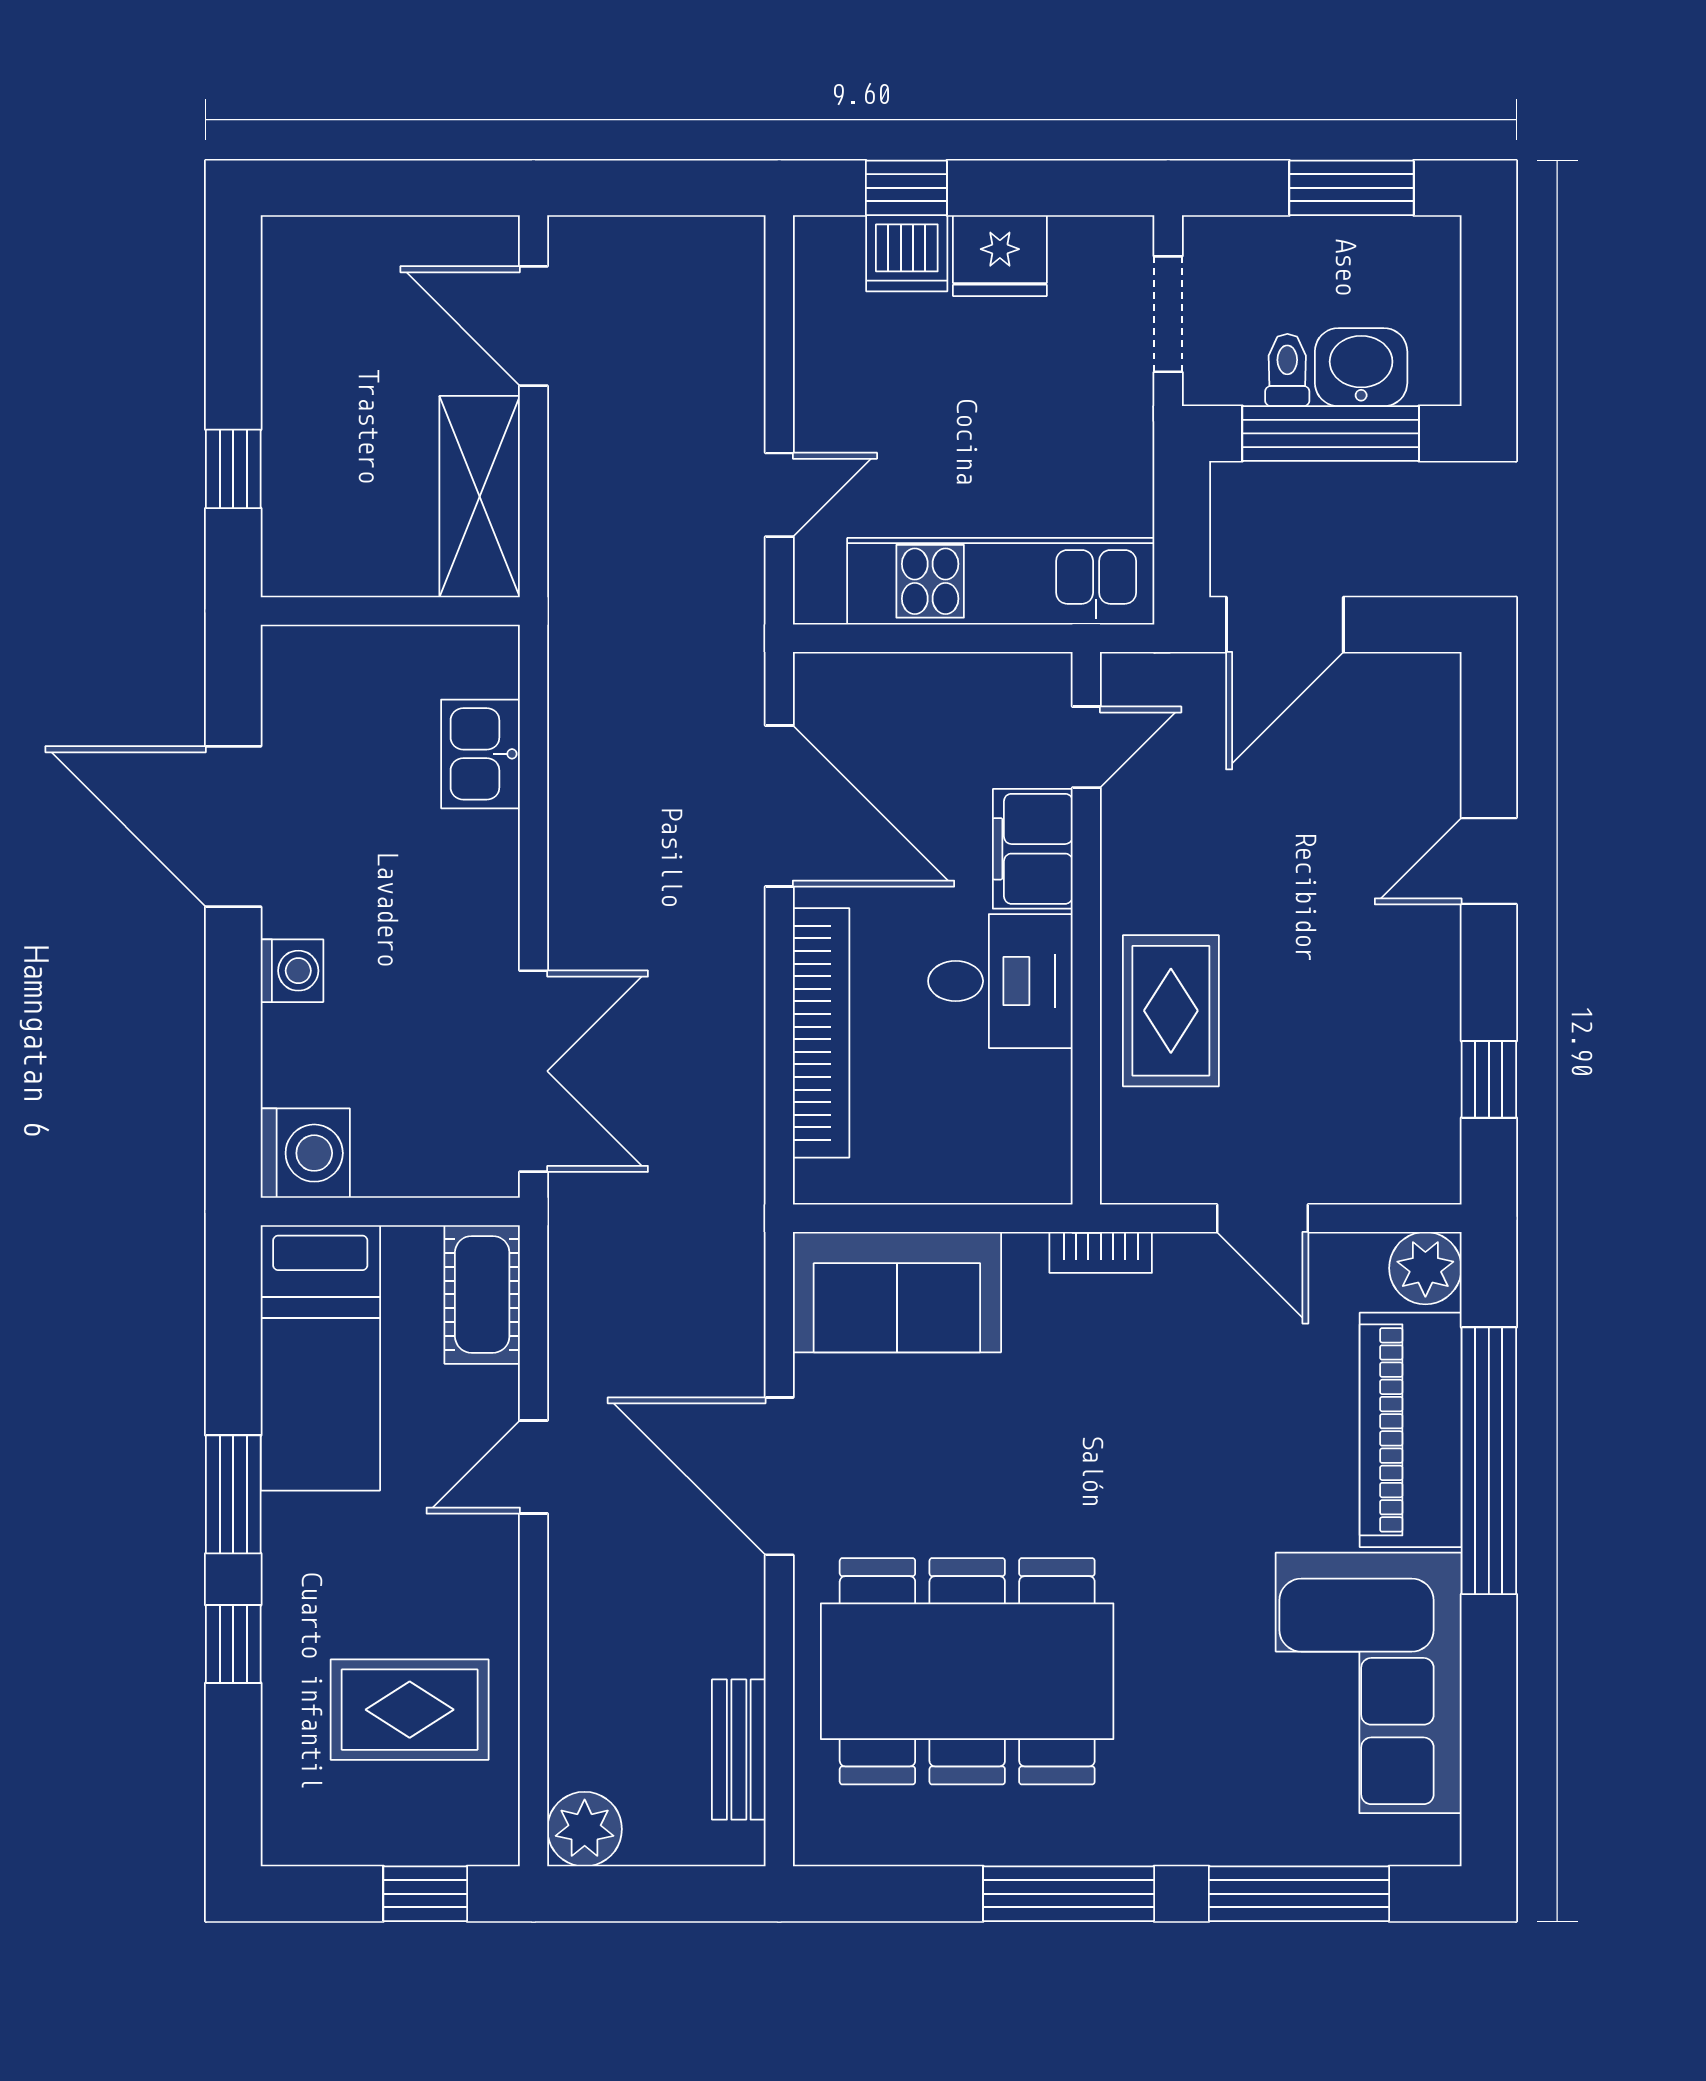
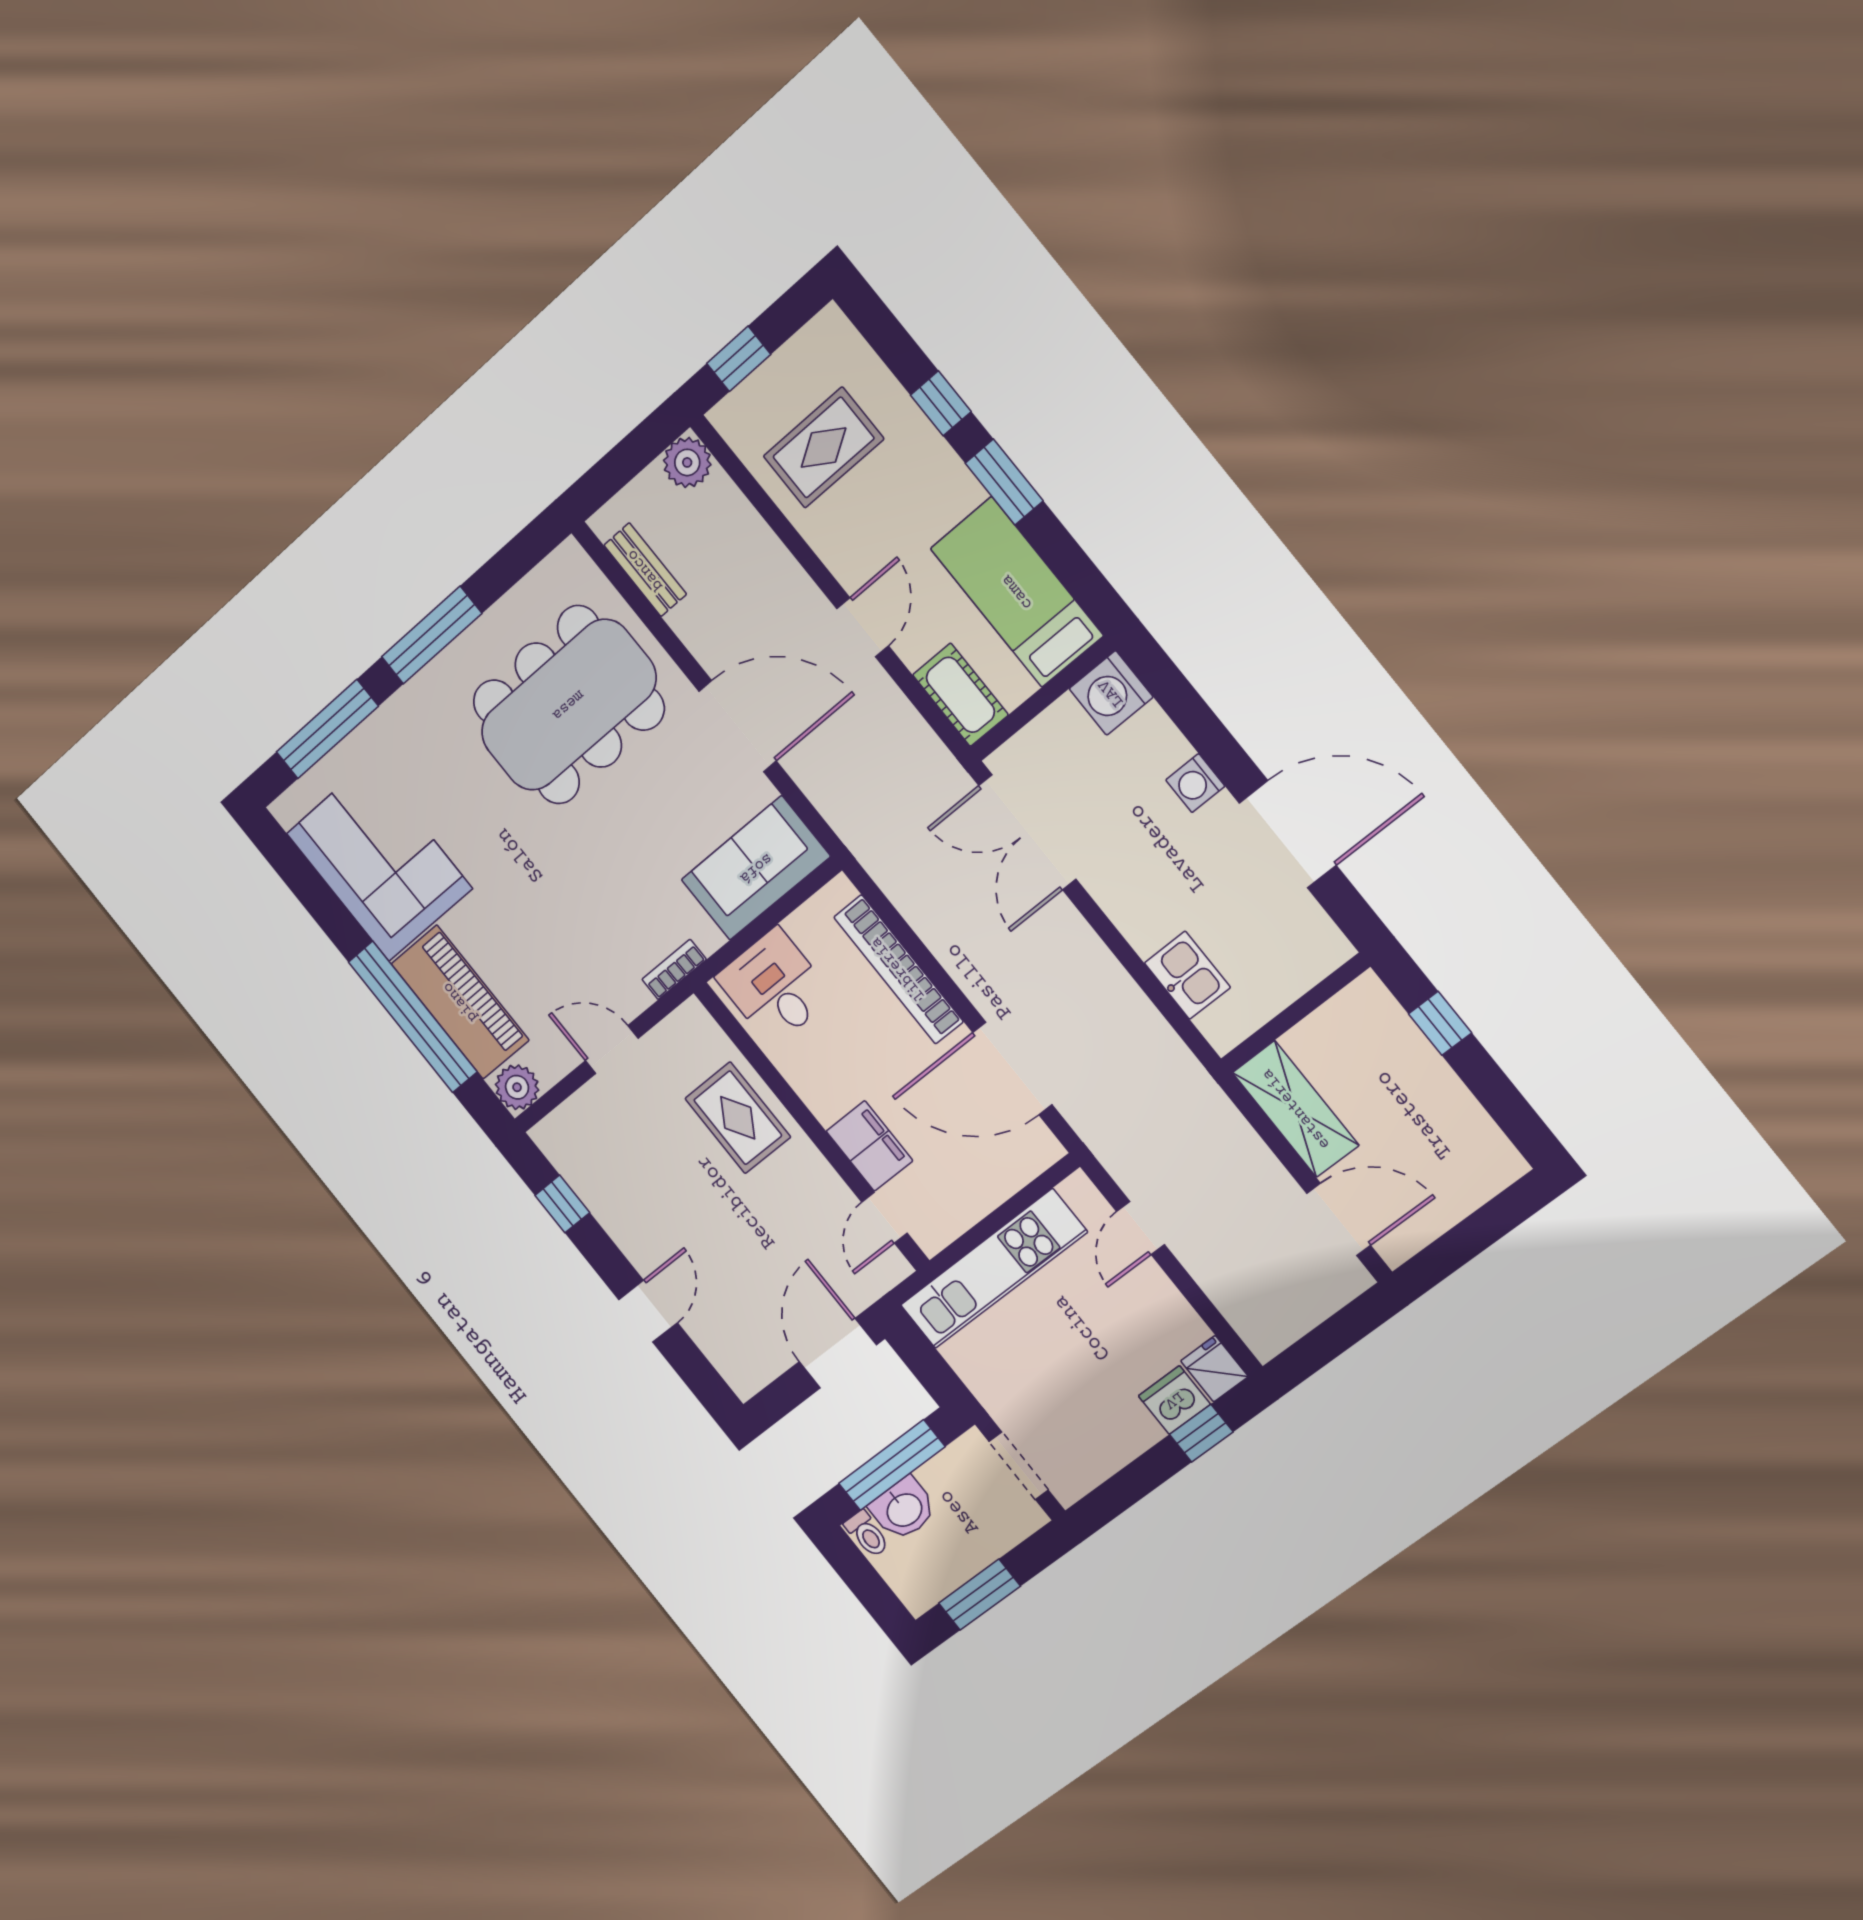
fridge: (1000, 256) -> (1214, 1369), moved, width x0.72
toilet: (1287, 370) -> (867, 1534), moved
desk: (1000, 981) -> (775, 987), moved, turned 90

